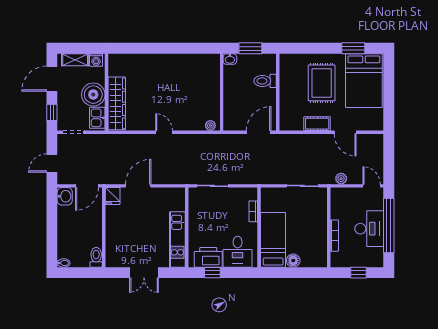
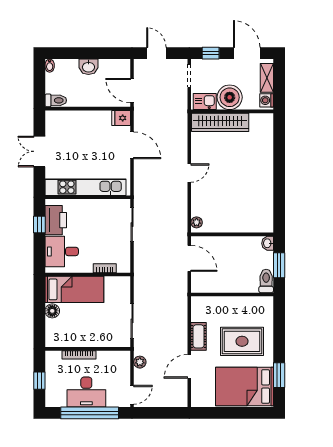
toilet: (265, 81) -> (266, 281), moved
door: (259, 132) -> (189, 258), moved
washbasin: (65, 196) -> (88, 67), moved
kitchen unit: (177, 240) -> (86, 187), width x1.36

